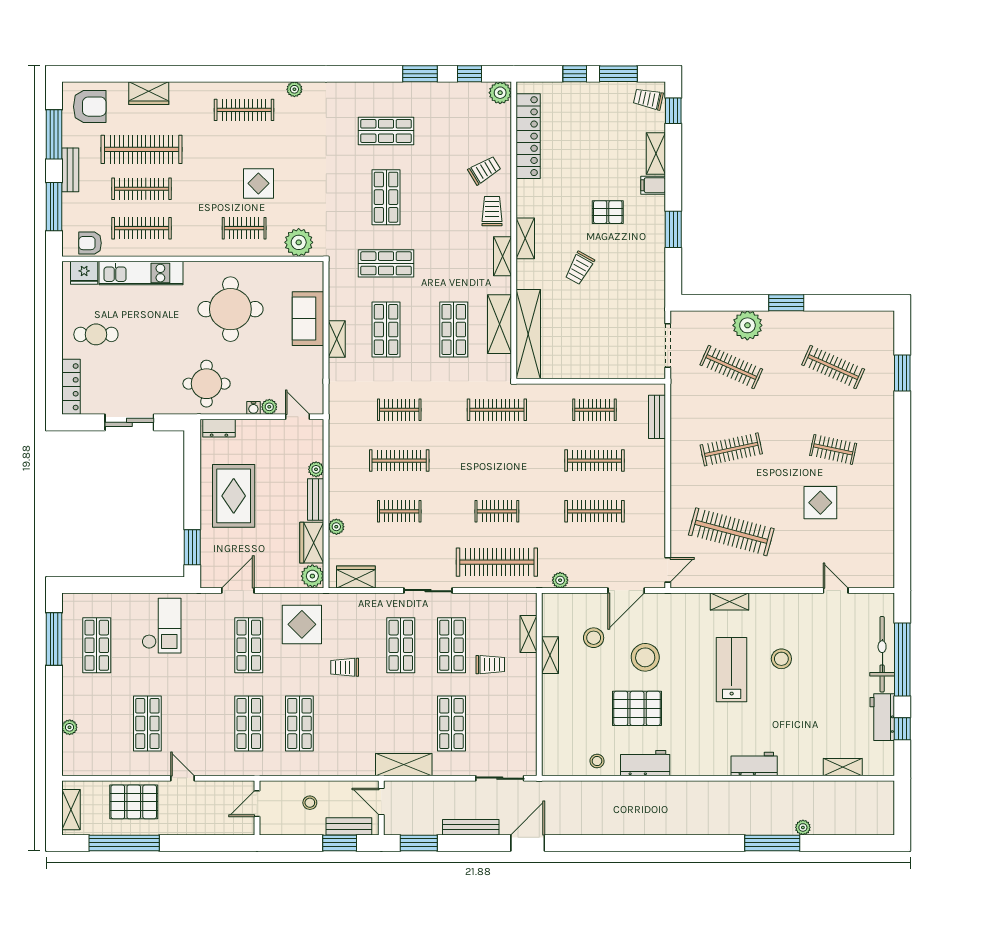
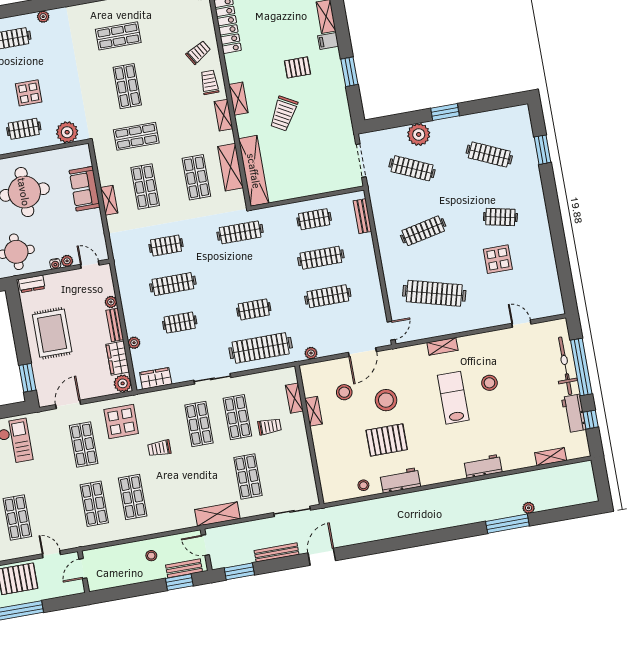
trolley: (579, 268) -> (284, 114), width x1.36, depth x1.39
door: (257, 804) -> (83, 569), moved
wall: (257, 808) -> (83, 572), moved

